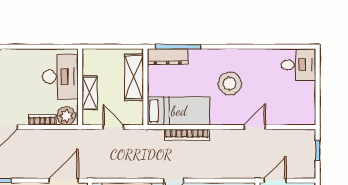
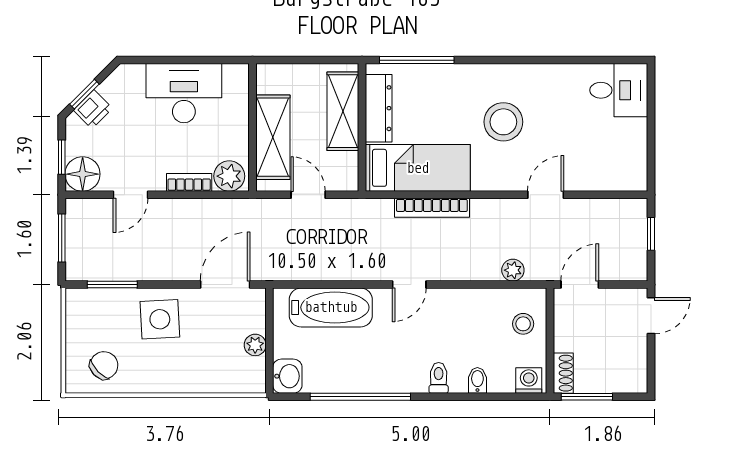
dresser: (168, 57) -> (379, 108), moved, turned -90
desk: (60, 77) -> (184, 93), moved, turned -90
shelving: (90, 93) -> (273, 137), width x1.50, depth x1.33
plant: (235, 172) -> (513, 270), added

